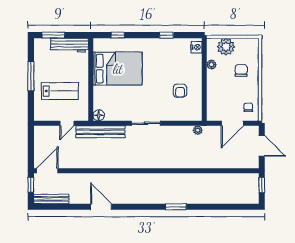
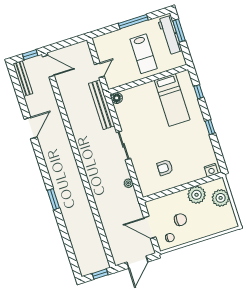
window: (166, 35) -> (210, 127), moved
workbench: (70, 45) -> (170, 35), moved
plant: (211, 65) -> (197, 195), width x1.88, depth x1.88
bed: (118, 69) -> (172, 100), width x0.67
chair: (241, 70) -> (180, 220), moved
lab bench: (60, 91) -> (144, 54), moved
door: (67, 123) -> (99, 70), swing flipped
plant: (198, 130) -> (128, 183), moved

